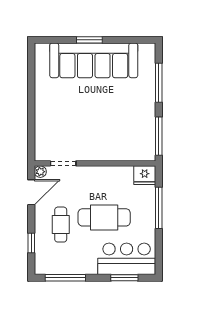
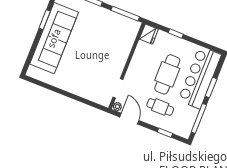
window: (89, 40) -> (45, 20), moved
window: (159, 208) -> (176, 33), width x0.46
bar counter: (127, 259) -> (200, 78), width x1.36
window: (124, 278) -> (211, 88), moved

